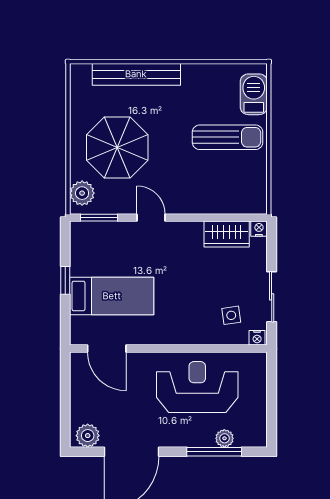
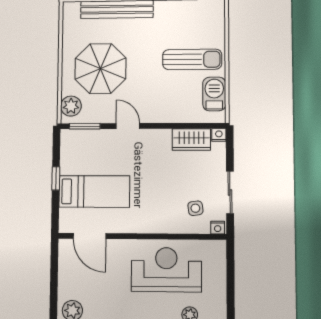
barbecue: (254, 94) -> (214, 94), moved

